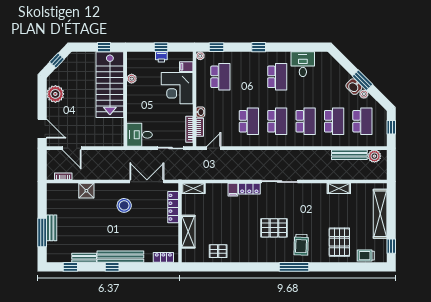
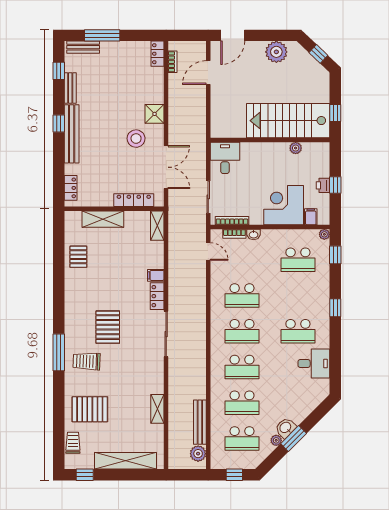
locker: (57, 188) -> (158, 54), added
shower: (86, 191) -> (155, 114), moved
bench: (52, 228) -> (83, 47), moved

